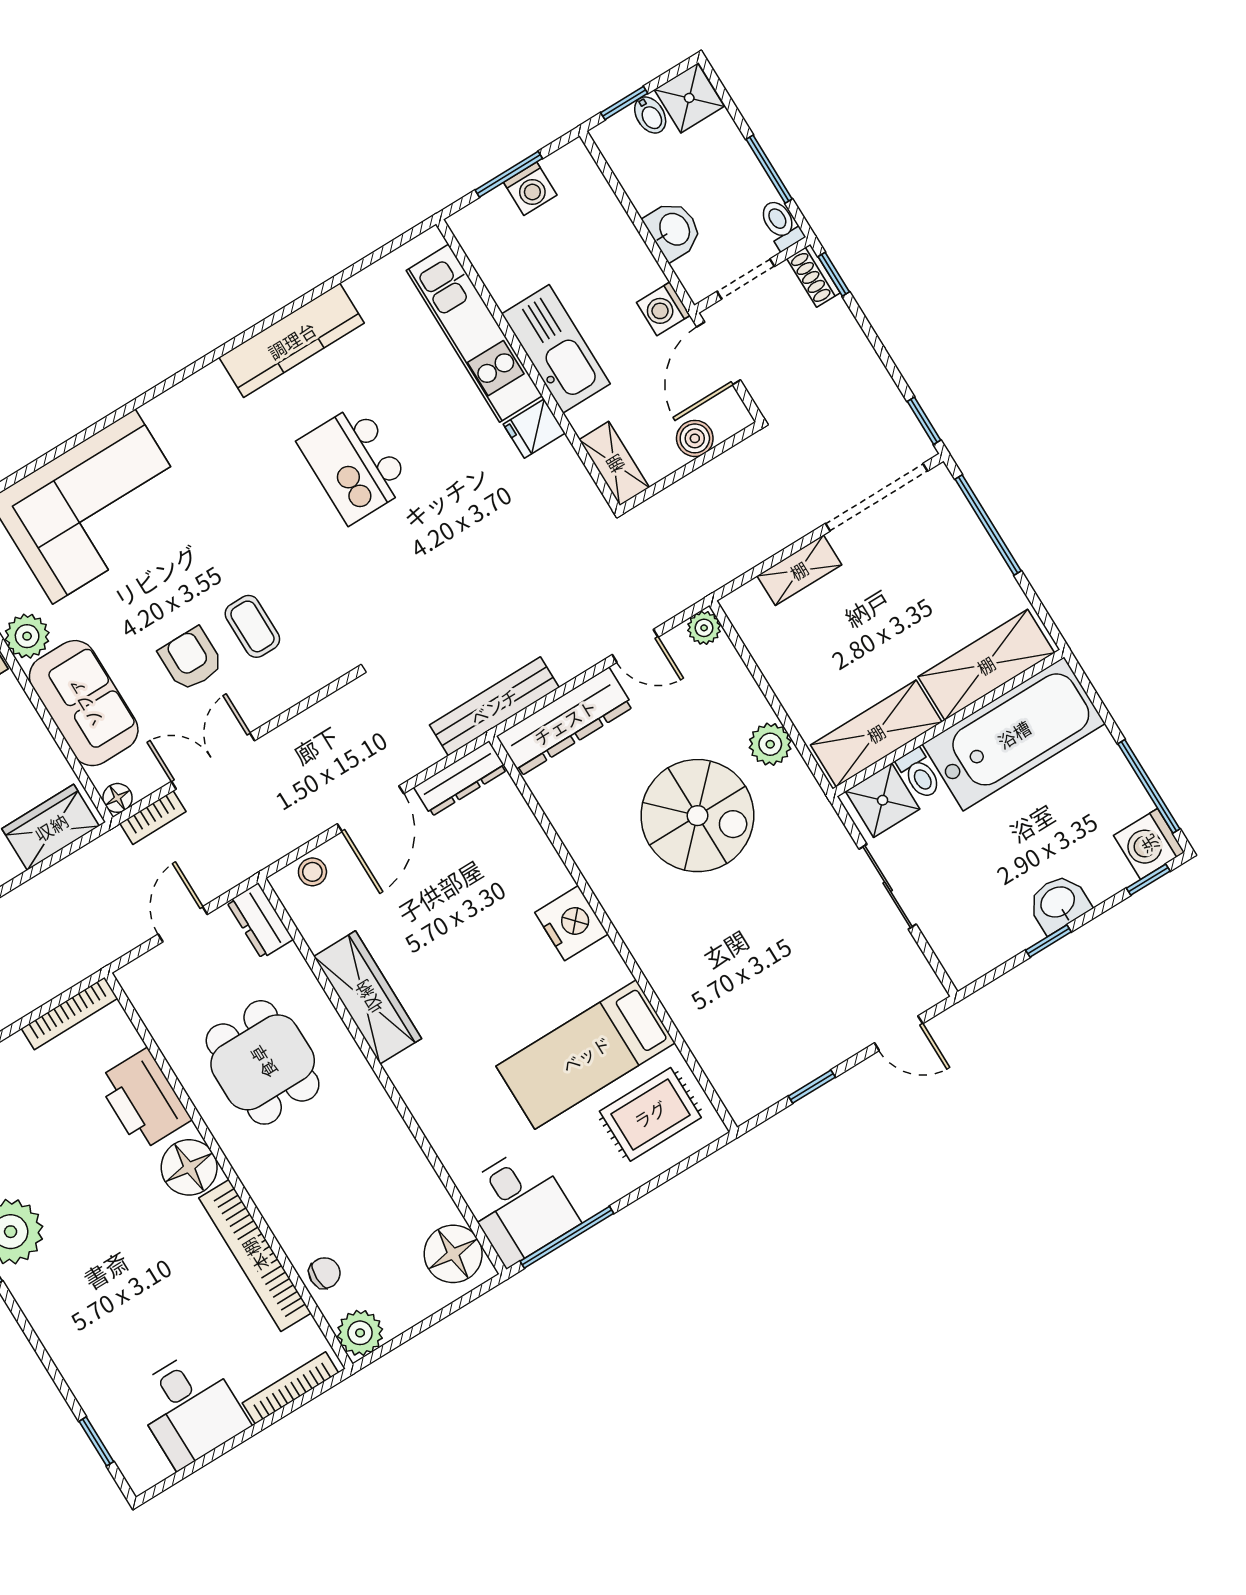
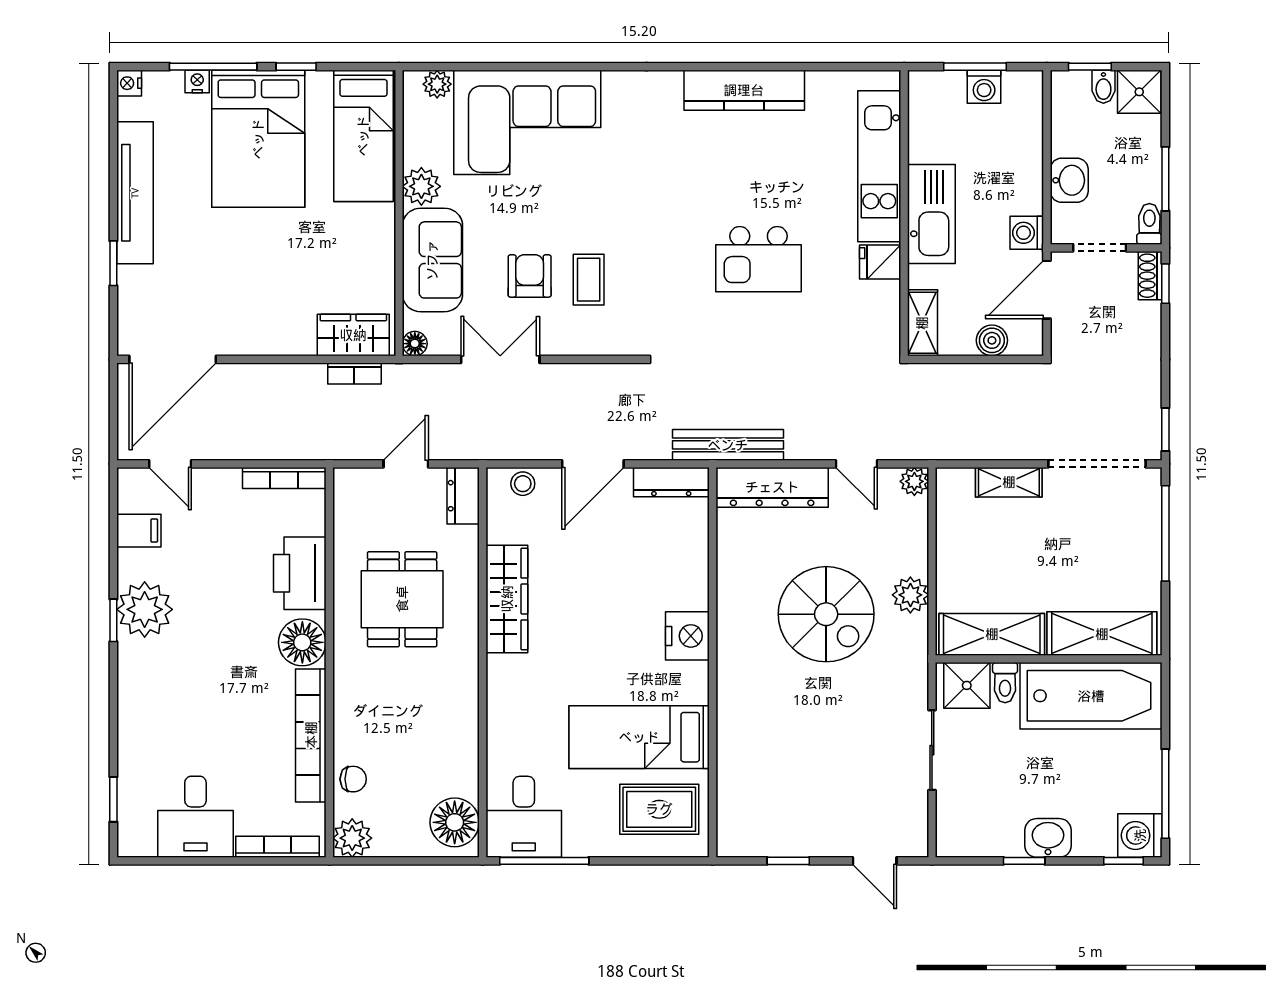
kitchen island: (355, 464) -> (759, 259), moved, turned -90
bookcase: (153, 817) -> (354, 373), moved

